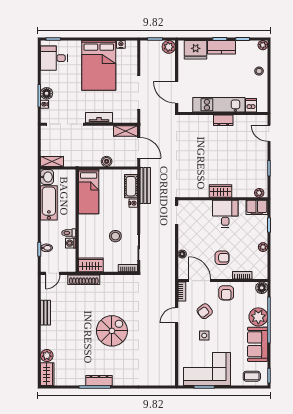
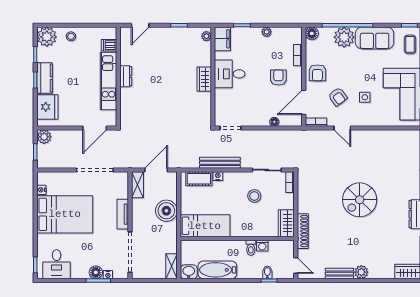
plant: (263, 45) -> (47, 37), width x1.88, depth x1.88
boiler: (107, 161) -> (166, 211), width x1.86, depth x1.86
bench: (145, 186) -> (220, 163), moved
armchair: (226, 293) -> (317, 73), turned 90
spiral stairs: (112, 331) -> (360, 200), turned -90
plant: (47, 356) -> (361, 272), moved

